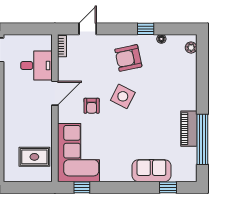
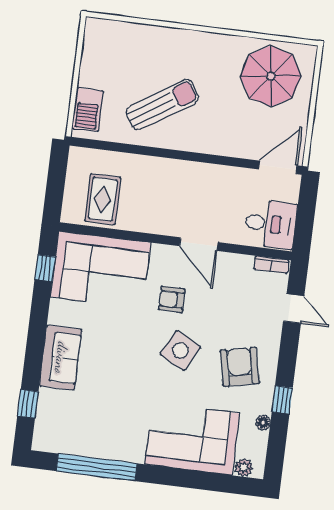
desk: (36, 66) -> (270, 224), moved, turned -90
corner sofa: (177, 82) -> (192, 439), added
piano: (189, 129) -> (116, 448), removed
sofa: (151, 171) -> (61, 358), moved

